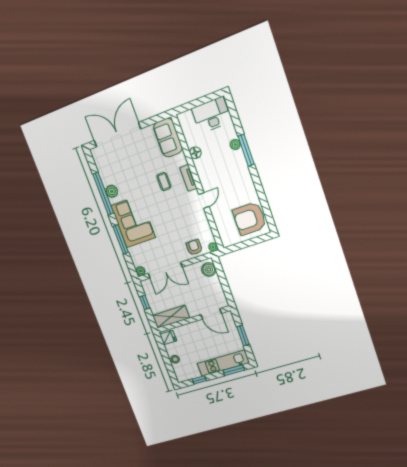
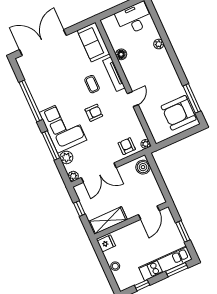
window: (246, 150) -> (192, 98), moved
tv unit: (188, 178) -> (114, 74), width x1.41
plant: (112, 191) -> (66, 157), moved
armchair: (164, 211) -> (94, 113), added
door: (211, 314) -> (149, 213), hinge flipped

